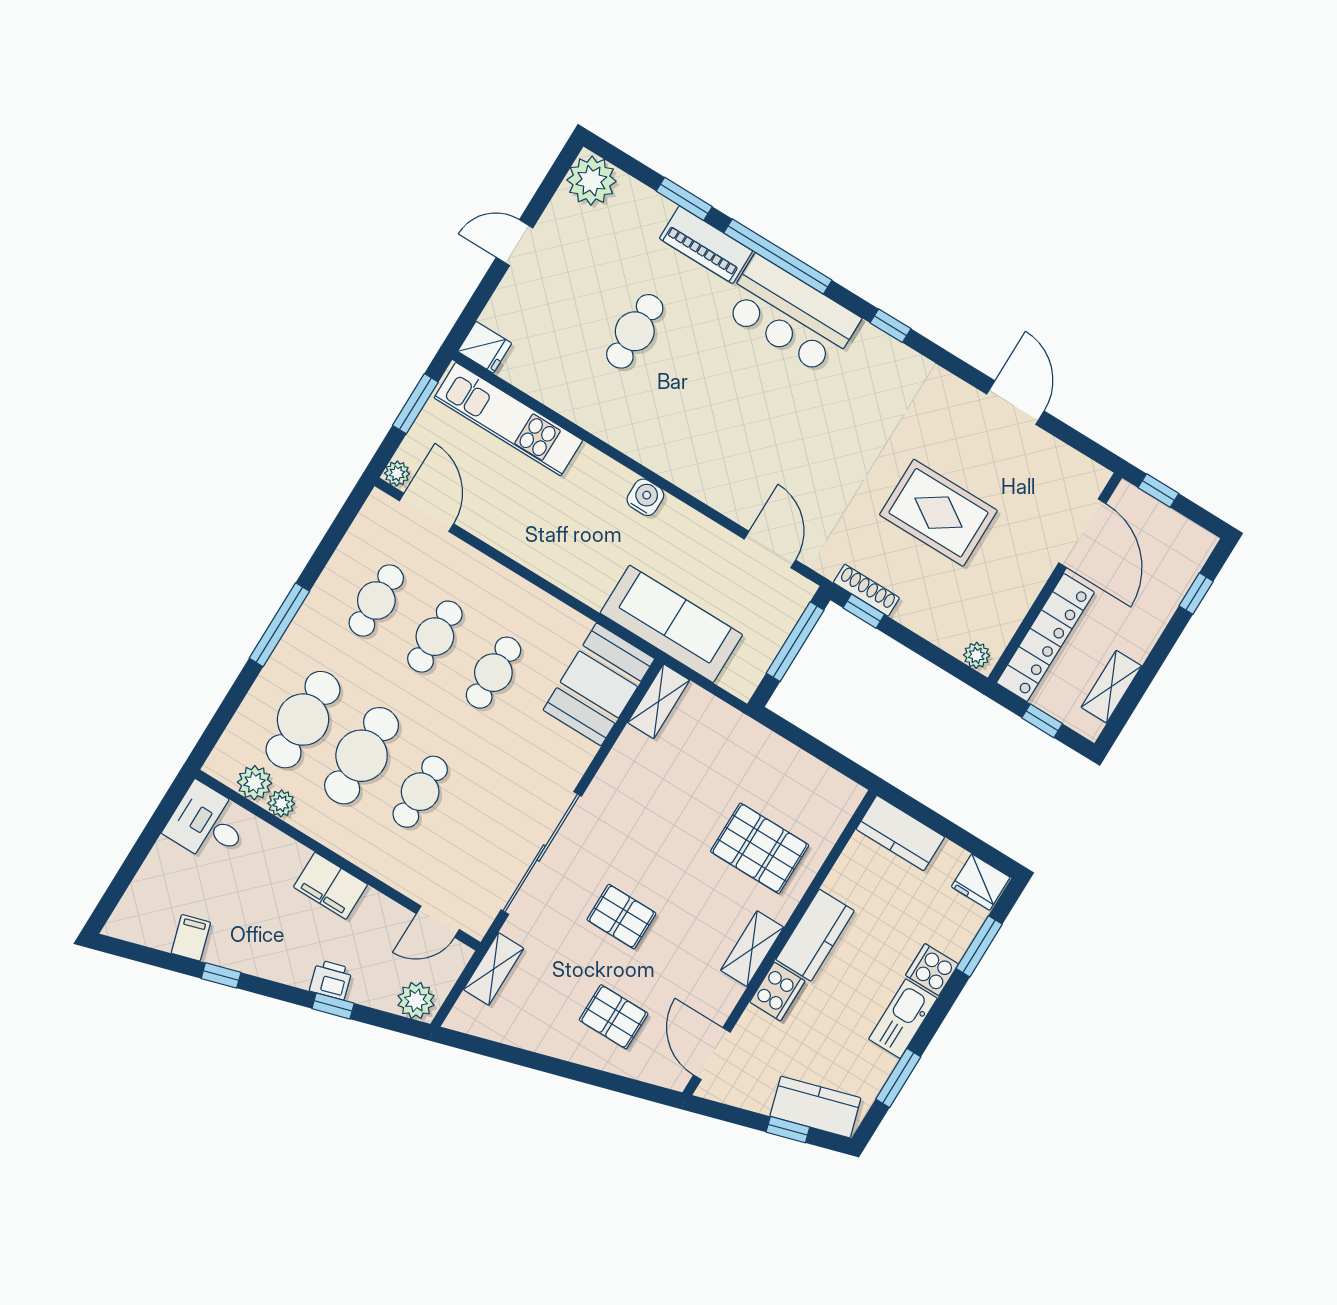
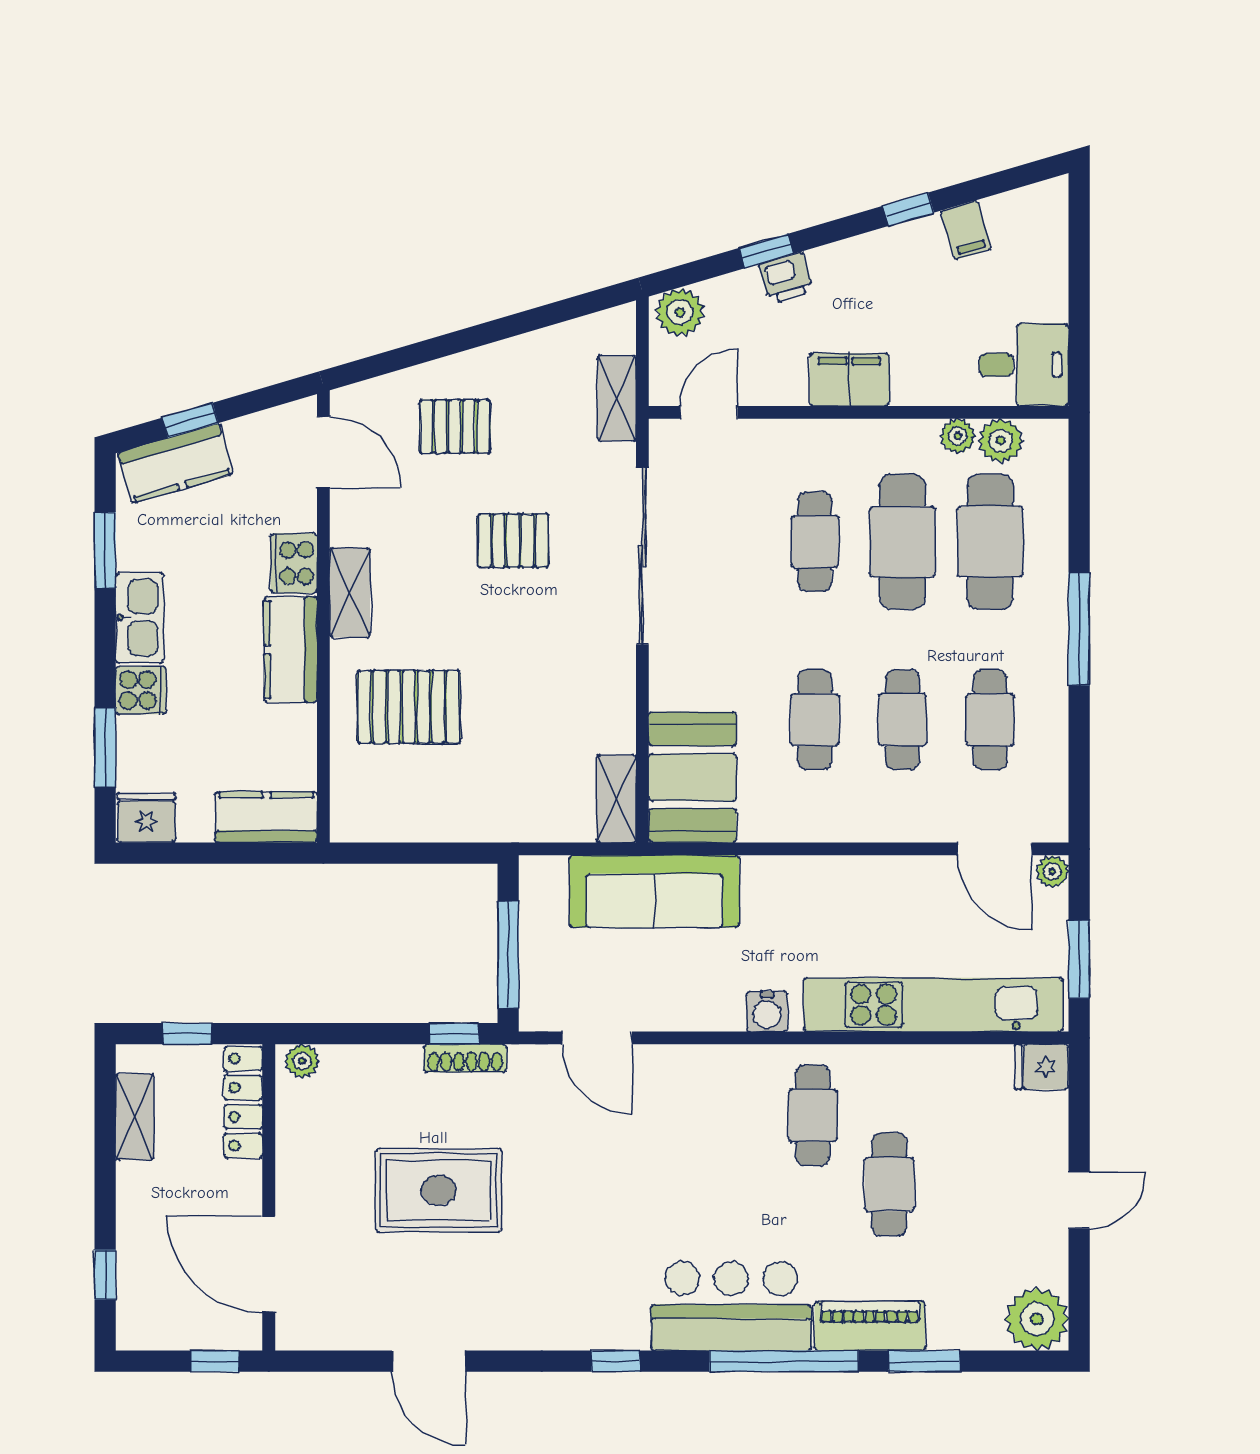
cafe table: (658, 409) -> (813, 1115), added
kitchen unit: (508, 419) -> (933, 1005), width x1.36
locker: (1045, 638) -> (243, 1102), width x0.71, depth x0.83

